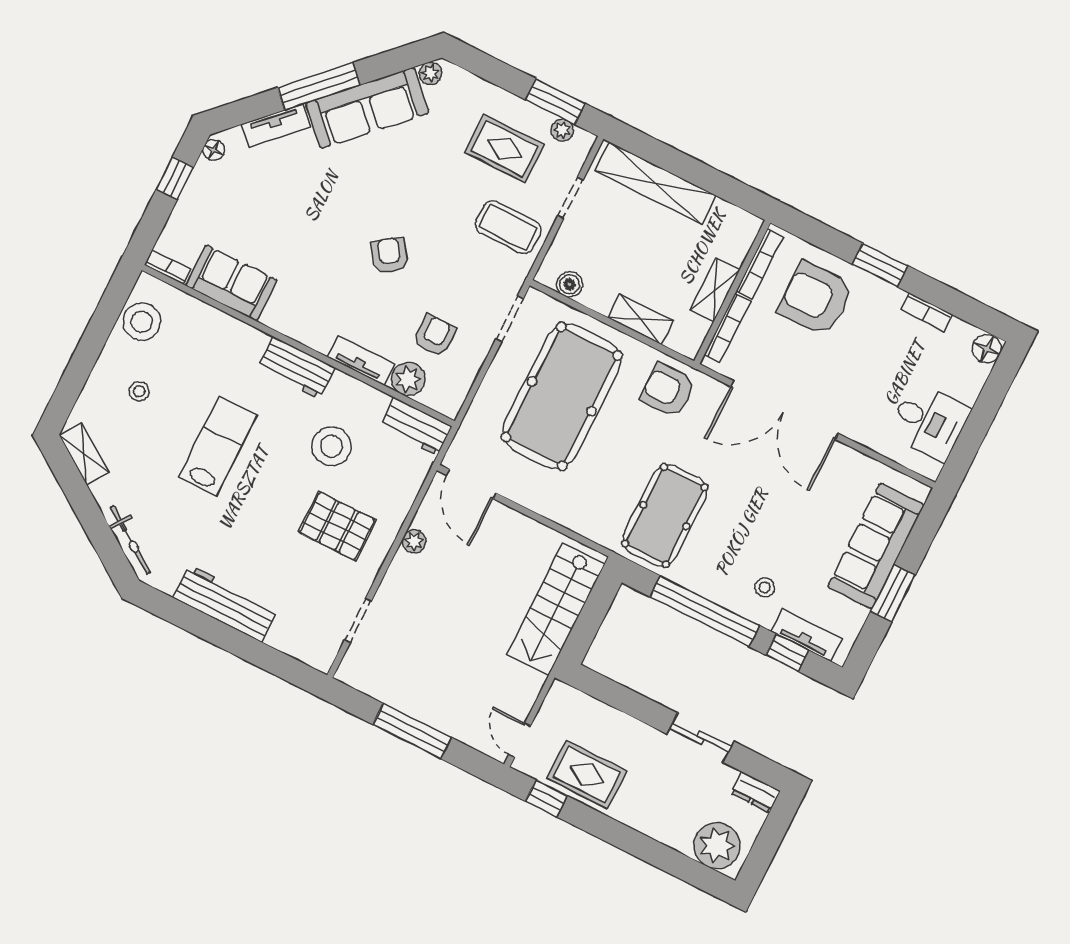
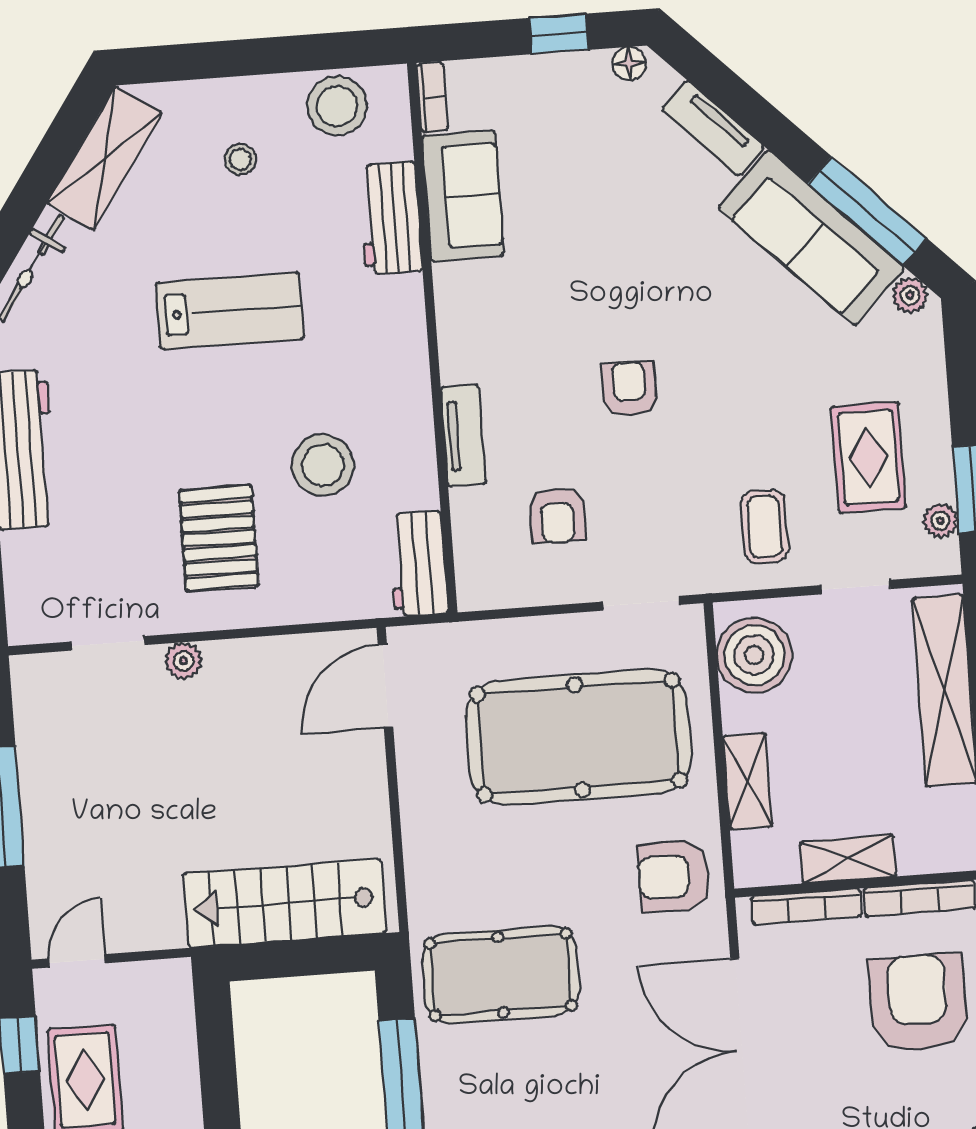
window: (319, 86) -> (867, 211), moved
coffee table: (508, 227) -> (764, 527), width x0.73, depth x0.77
armchair: (390, 256) -> (629, 389), turned -54
boiler: (569, 284) -> (754, 655), width x1.86, depth x1.86
armchair: (435, 336) -> (557, 515), turned 90
workbench: (296, 368) -> (390, 218), moved
plant: (408, 379) -> (477, 515), removed
armchair: (668, 390) -> (674, 876), turned -90
shelving: (84, 454) -> (105, 158), width x1.50, depth x1.33
plant: (414, 541) -> (183, 661), moved

